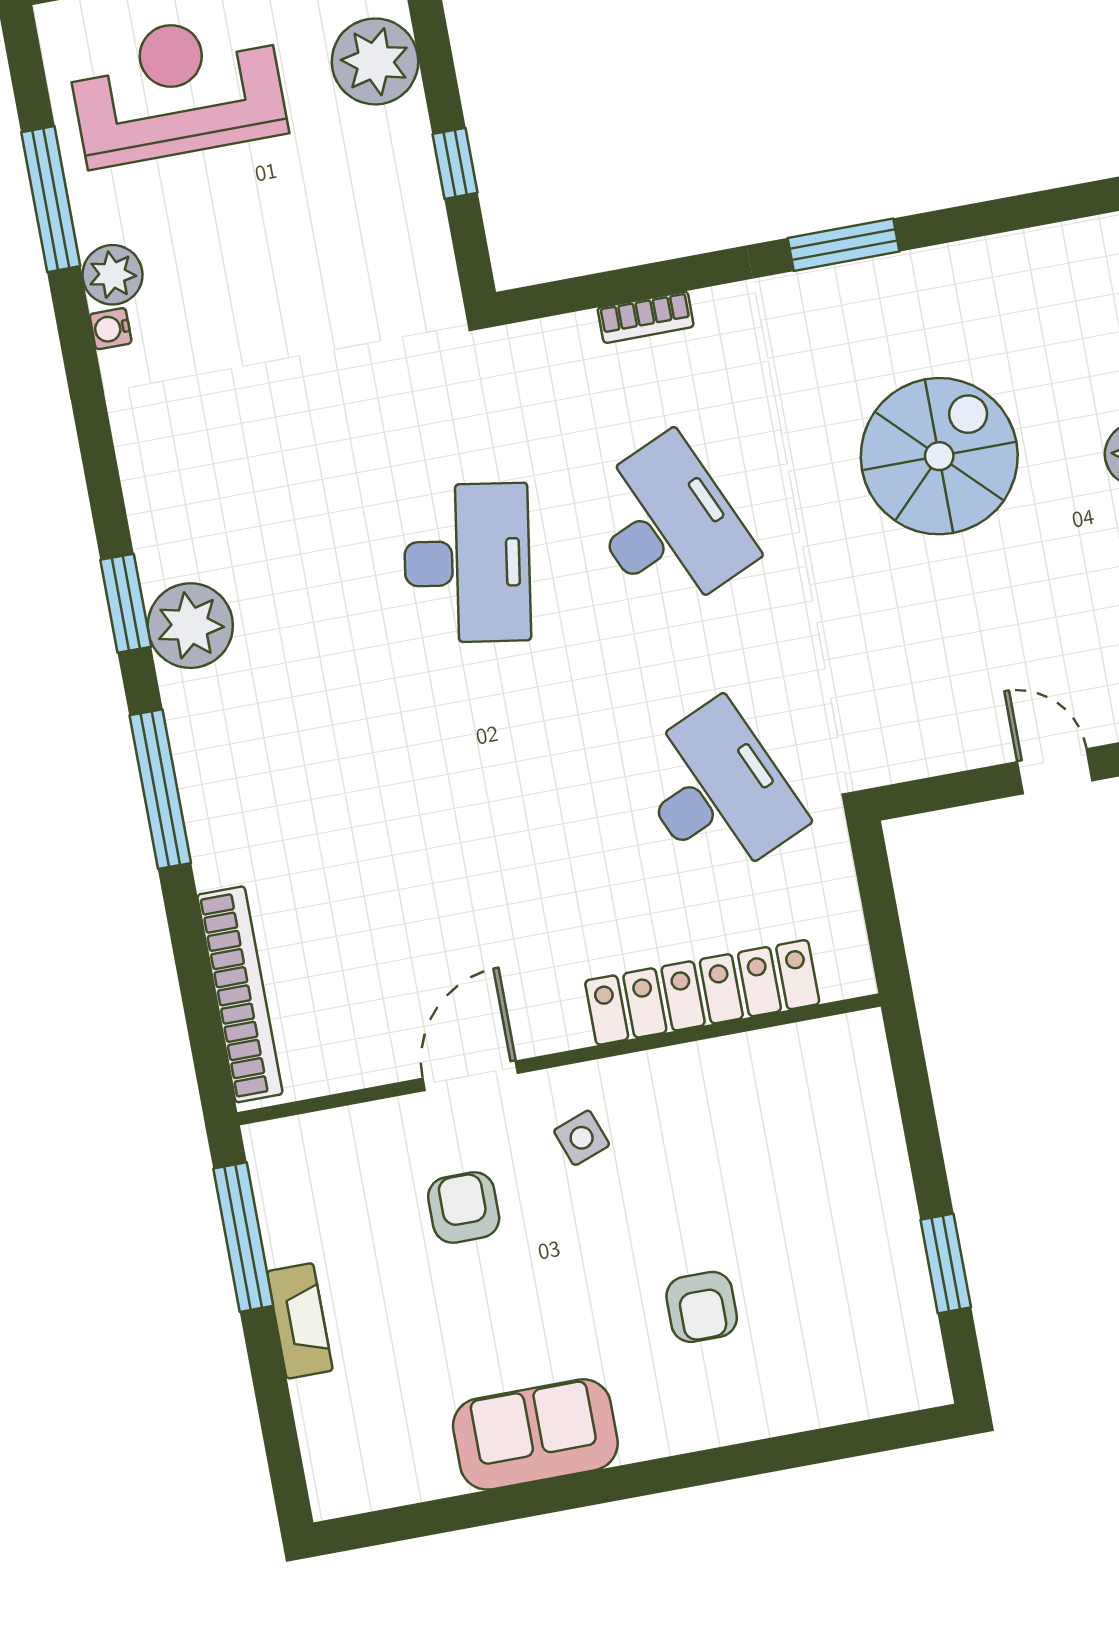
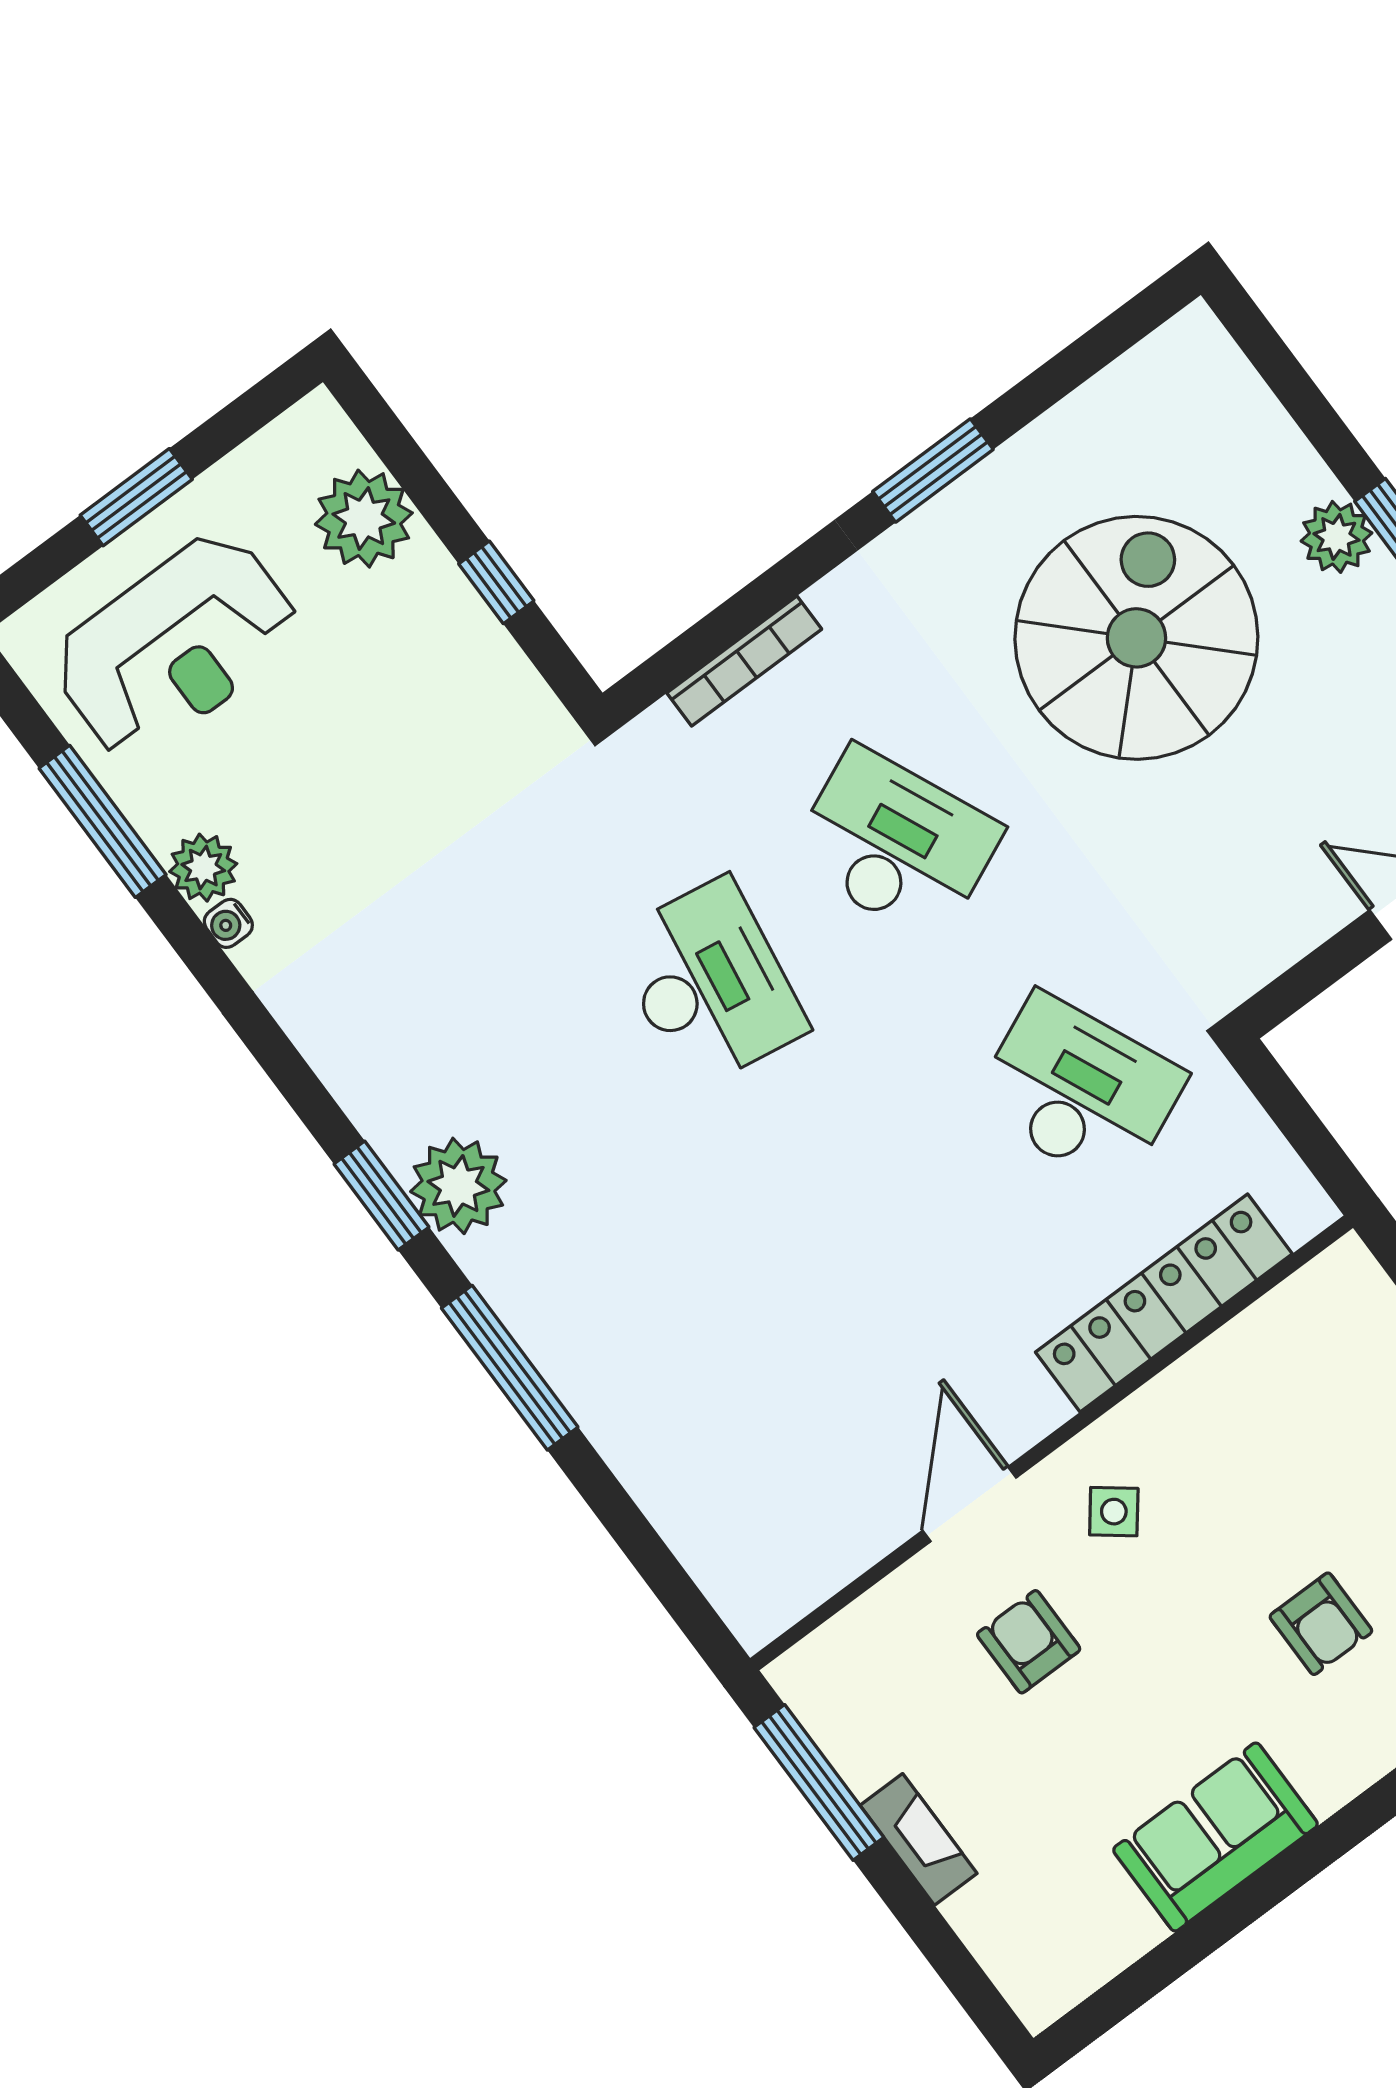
reception desk: (177, 89) -> (176, 646), turned 180
bookcase: (646, 317) -> (744, 661), width x1.56
spiral stairs: (939, 456) -> (1136, 638), width x1.37, depth x1.37
bookcase: (240, 994) -> (694, 1537), removed
side table: (582, 1138) -> (1114, 1512), turned -32

